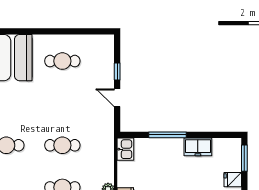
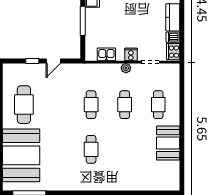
cafe table: (62, 61) -> (24, 105), width x1.37, depth x1.35
kitchen sink: (125, 149) -> (106, 54), moved

